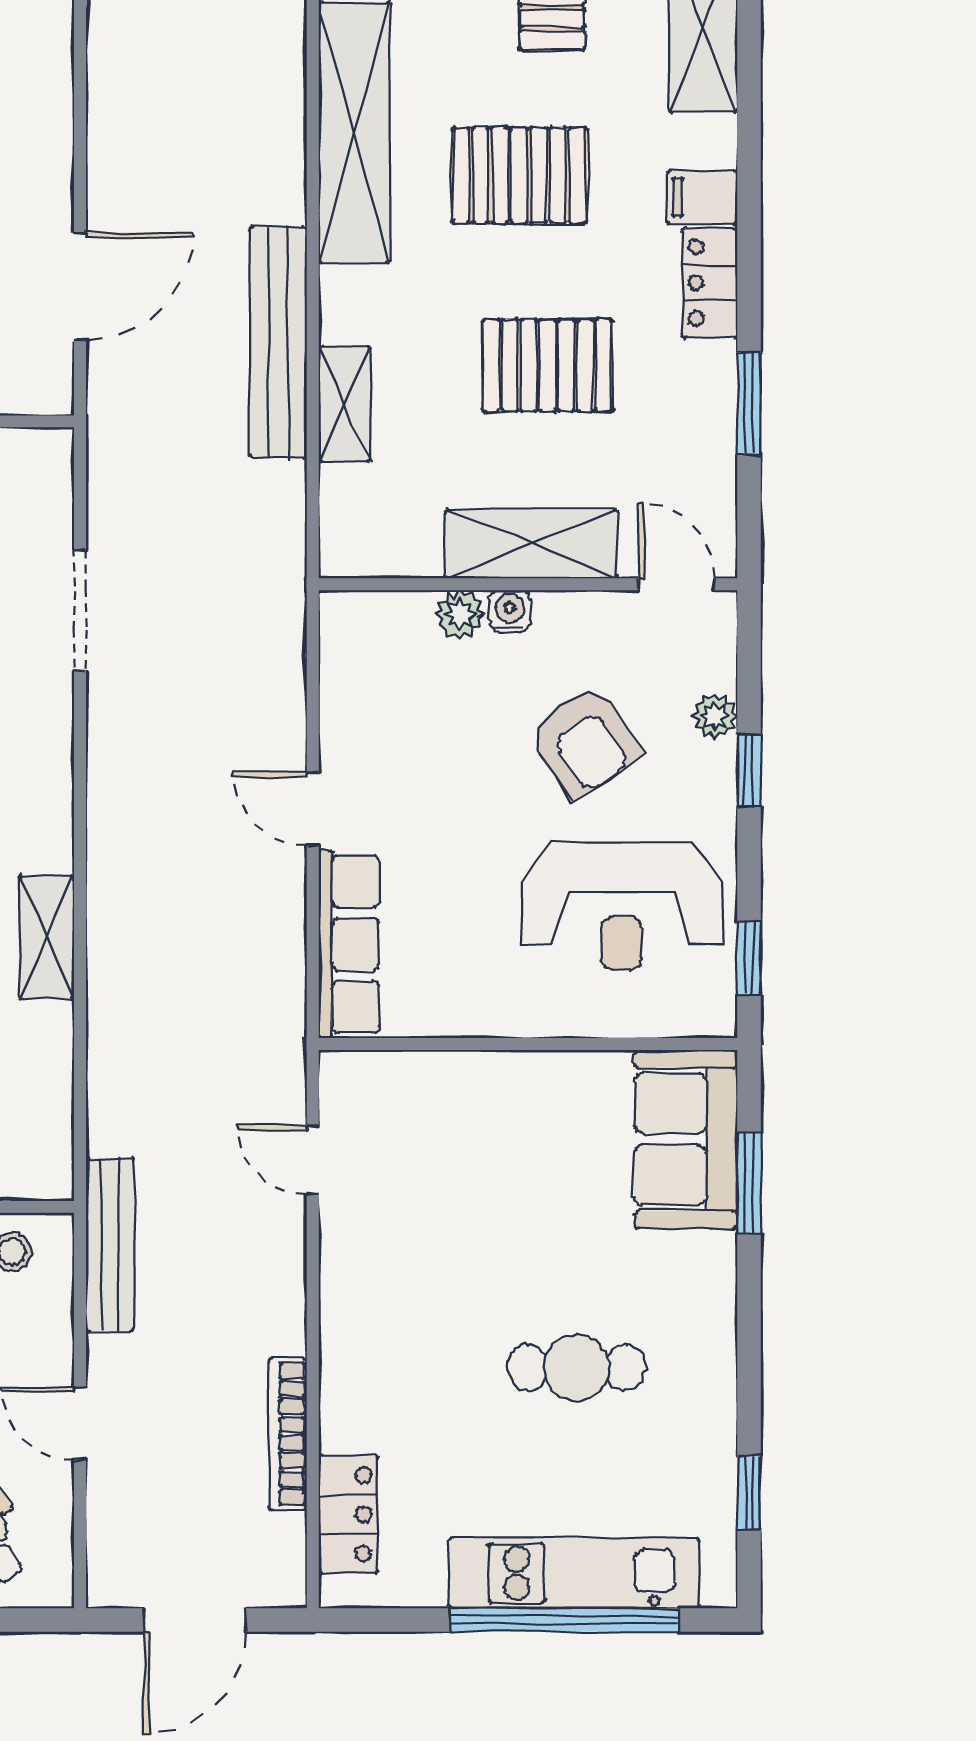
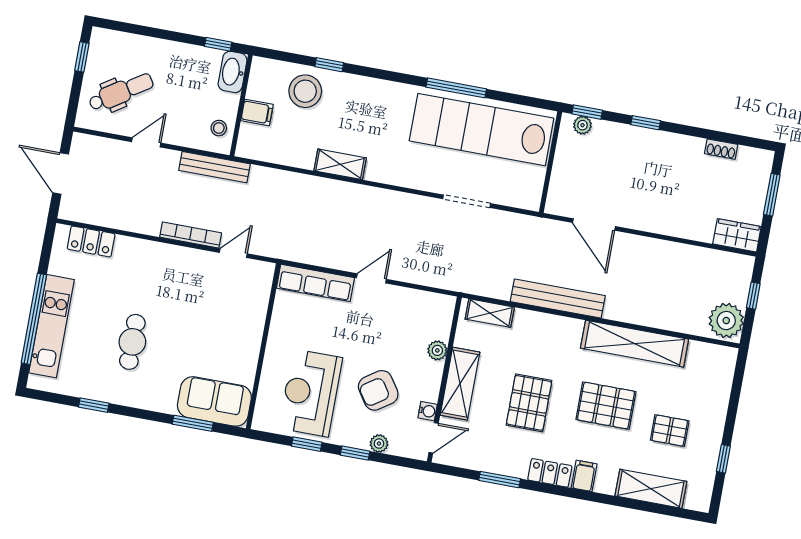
pallet: (519, 175) -> (606, 406), turned 90
shelving: (344, 404) -> (490, 313), moved
water cooler: (510, 611) -> (428, 411), moved
window: (749, 958) -> (307, 444), moved
bookcase: (288, 1434) -> (191, 235), moved
window: (749, 1493) -> (94, 405), moved

